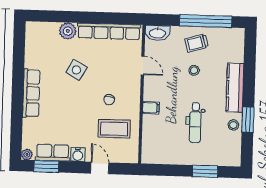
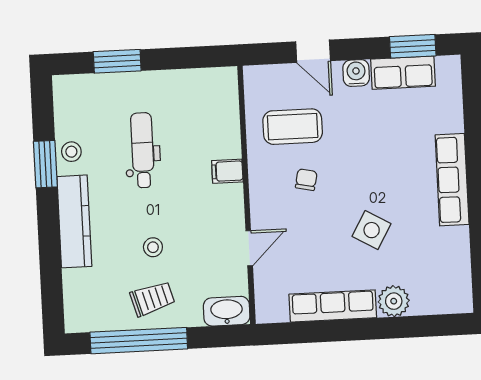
row of seats: (109, 31) -> (333, 306), width x0.73
door: (143, 66) -> (249, 248), swing flipped
plant: (27, 154) -> (451, 65), removed

